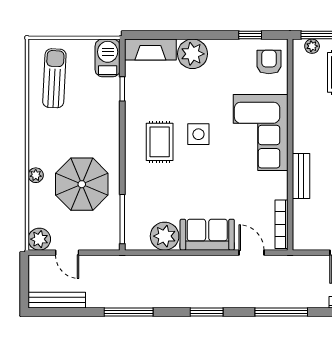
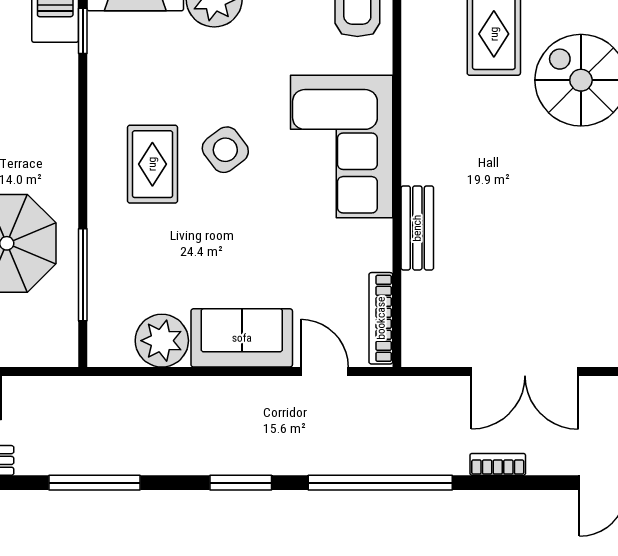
window: (122, 89) -> (83, 31), moved
side table: (198, 134) -> (225, 150), turned -37
window: (122, 219) -> (83, 275), moved
window: (281, 312) -> (380, 483), width x1.46

